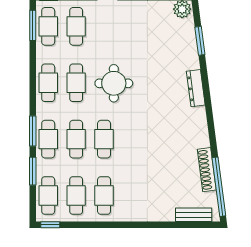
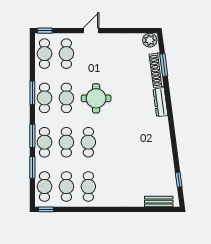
window: (33, 25) -> (32, 93), moved
shoe rack: (207, 170) -> (157, 70), moved
window: (219, 187) -> (179, 180), width x0.32

